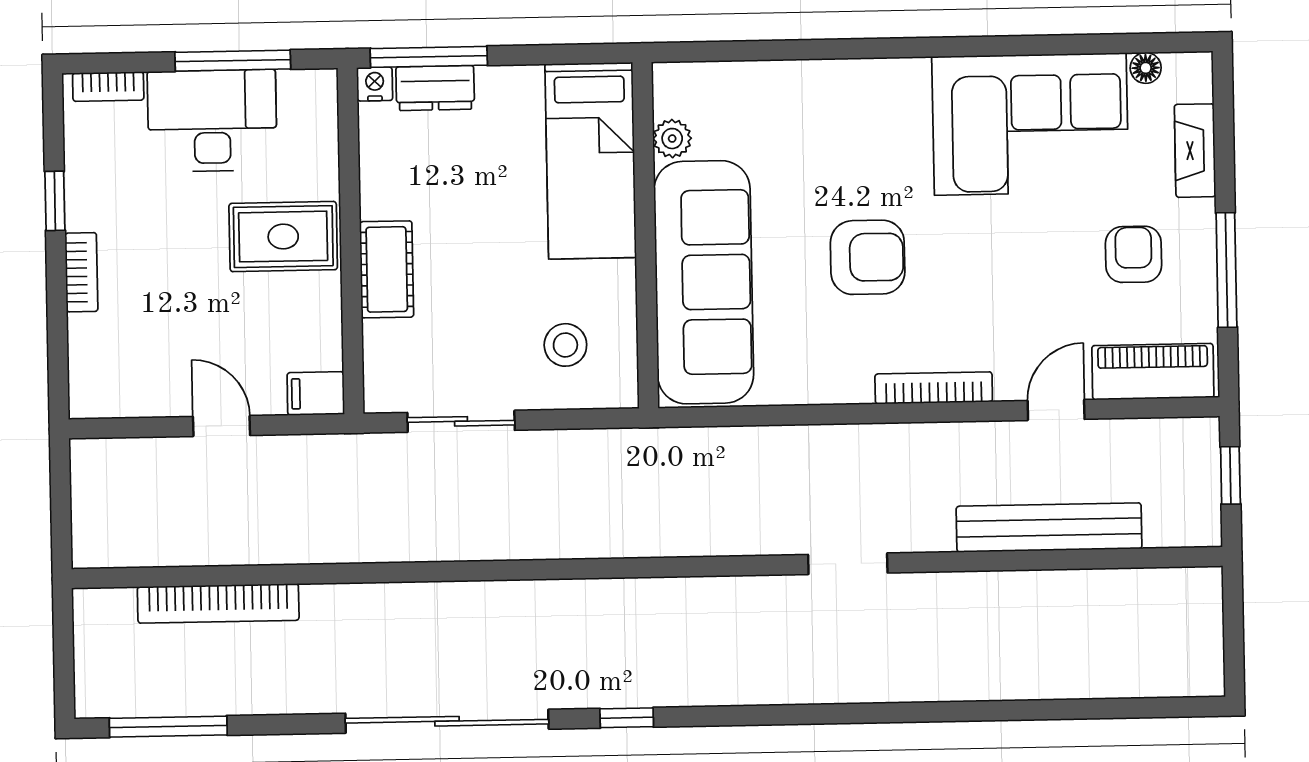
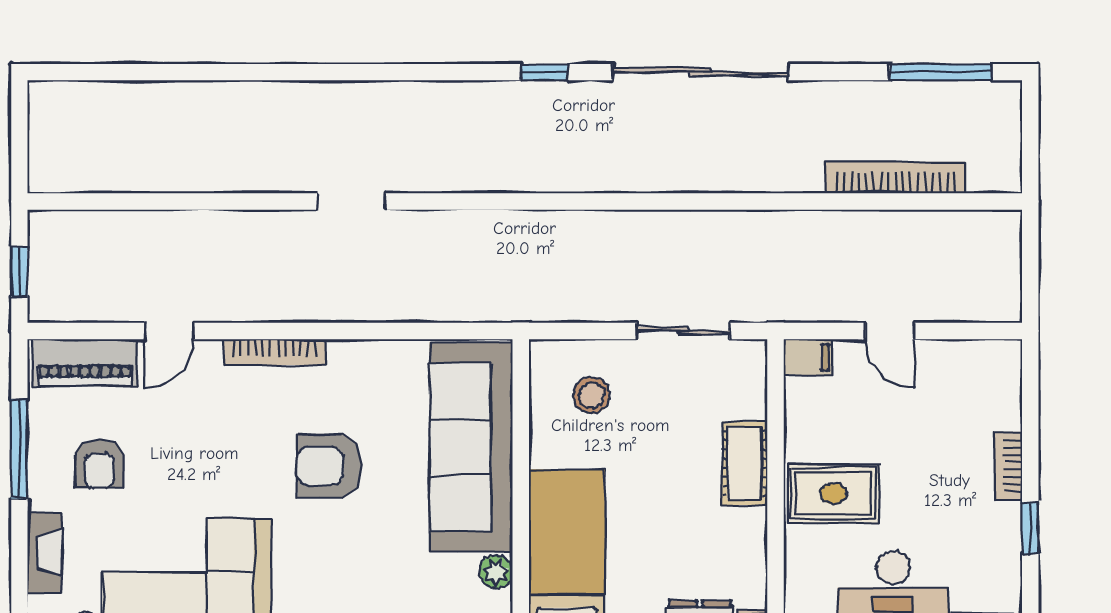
bench: (1049, 527) -> (177, 229), removed

